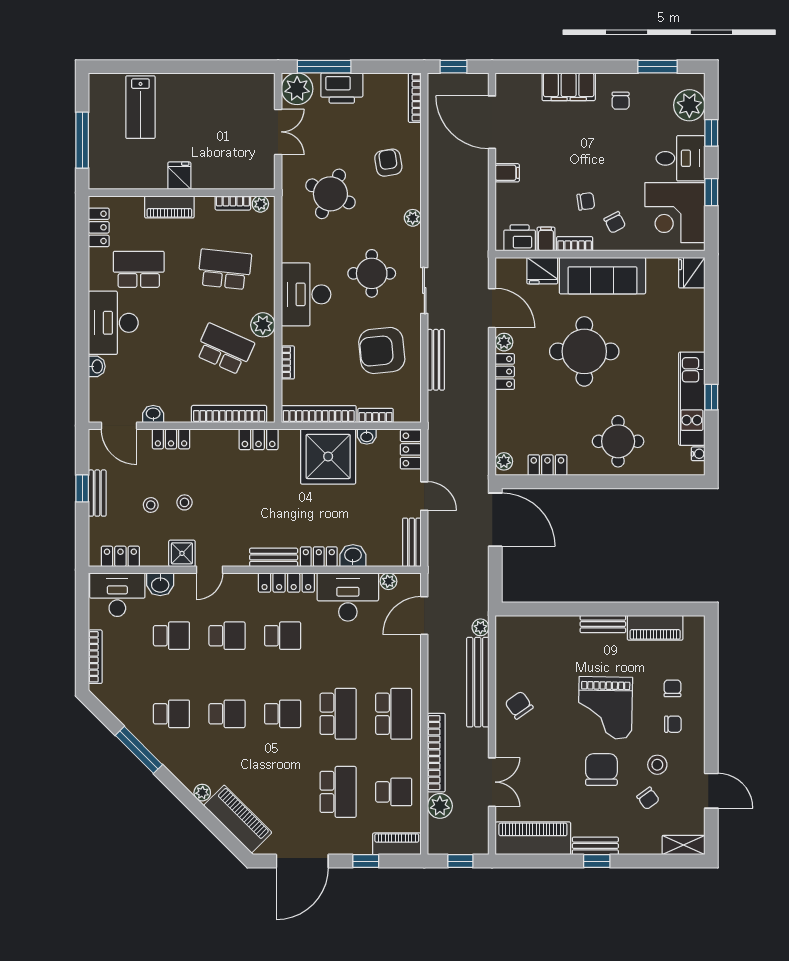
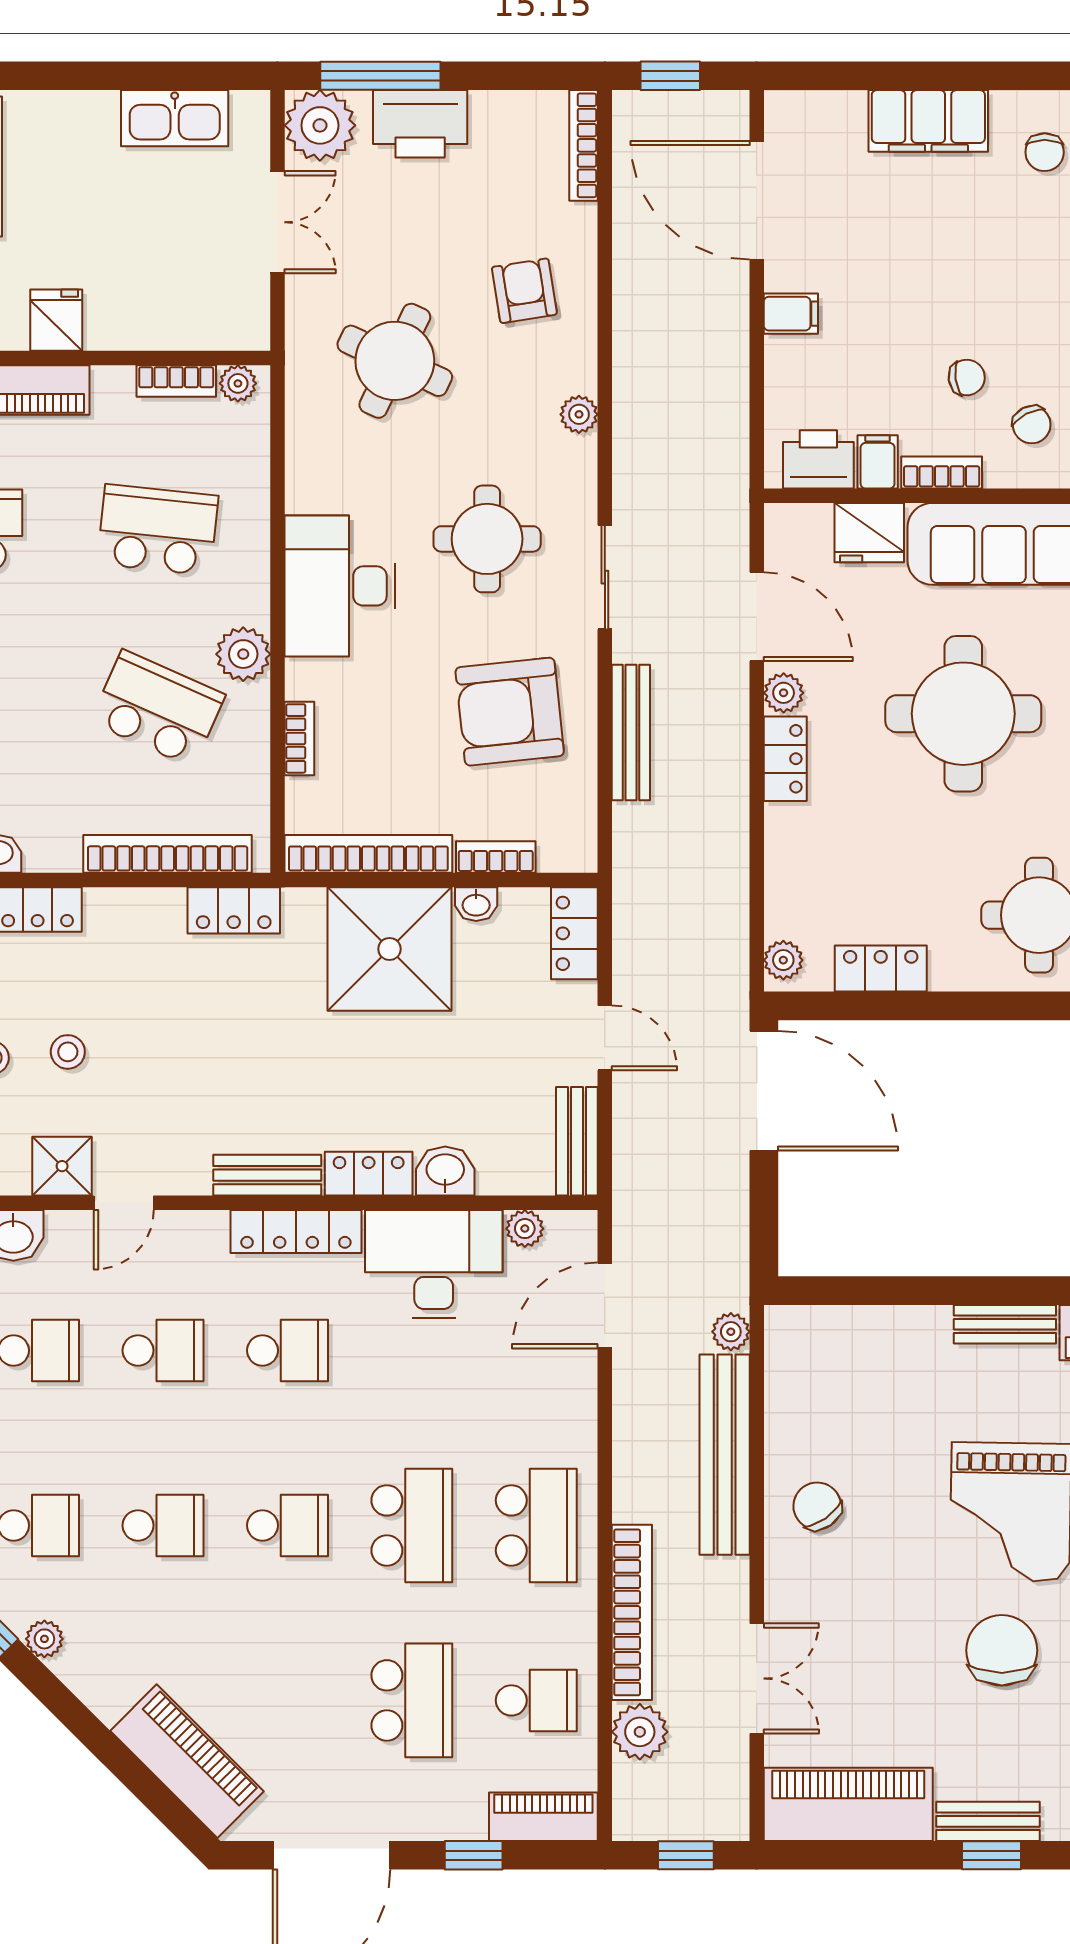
kitchen sink: (232, 86) -> (175, 118), added
plant: (202, 793) -> (44, 1639), moved

